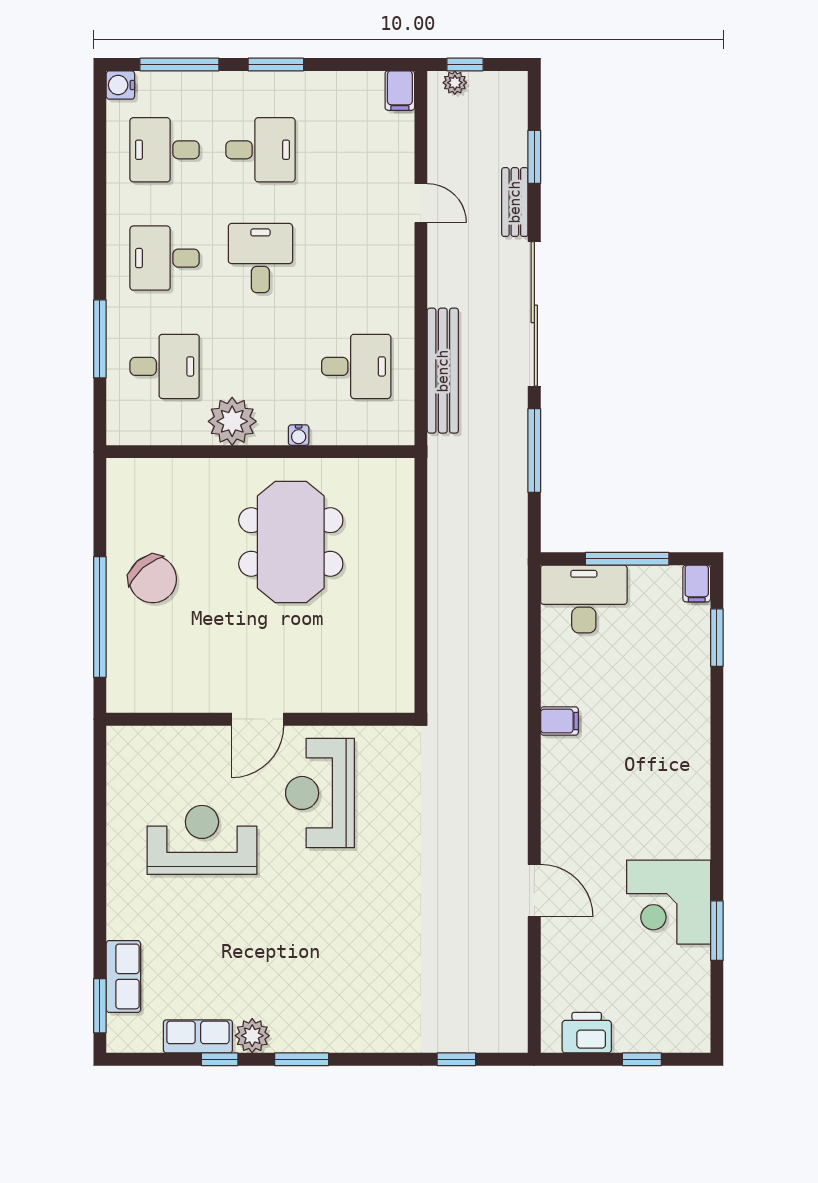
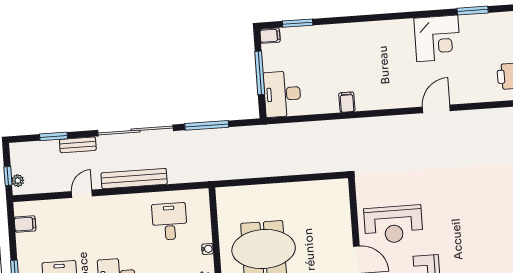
filing cabinet: (400, 91) -> (25, 224), moved
bench: (443, 371) -> (134, 179), moved
window: (717, 931) -> (473, 11), moved

